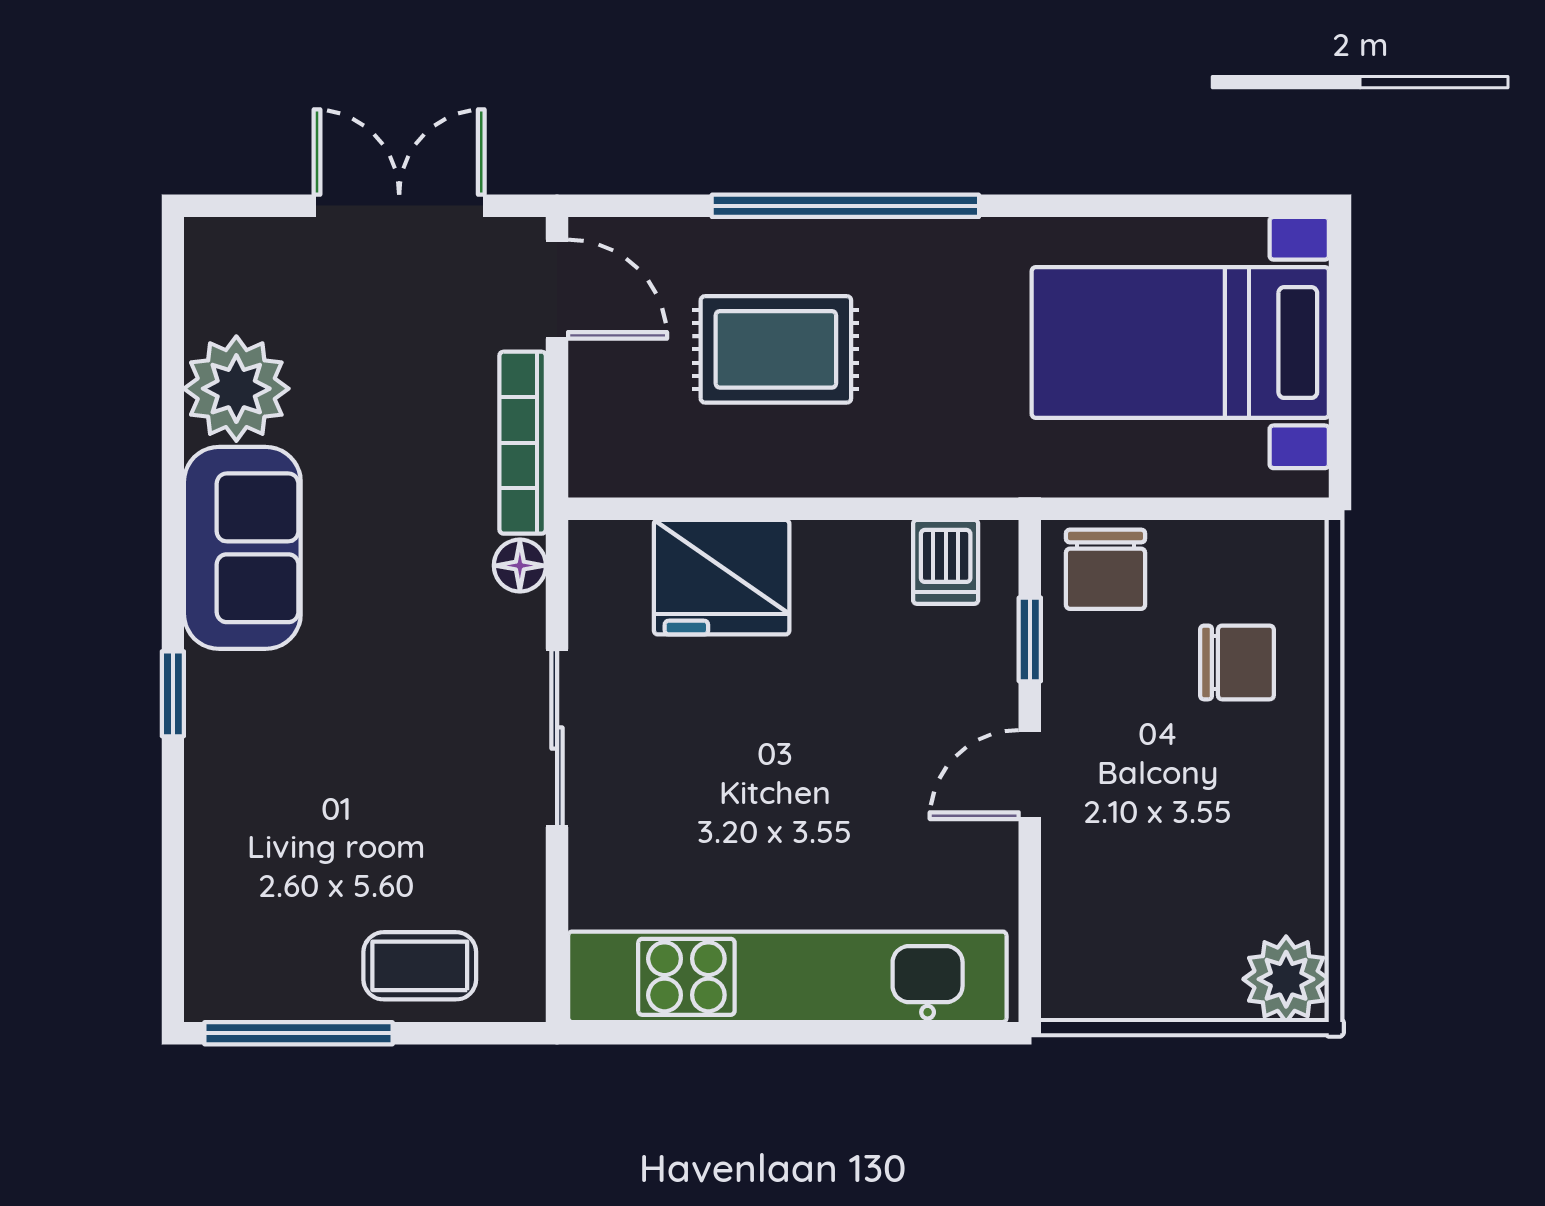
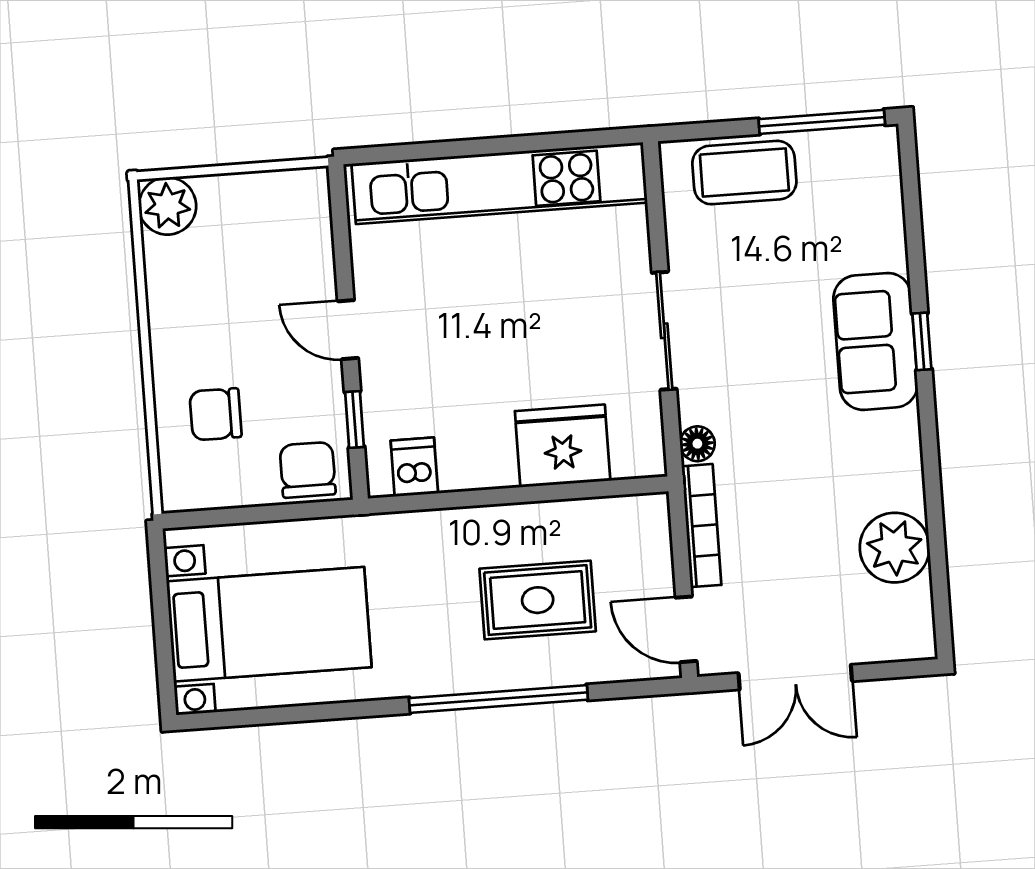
sofa: (242, 548) -> (875, 341), moved
door: (1030, 775) -> (348, 330), swing flipped
coffee table: (420, 966) -> (744, 173), width x1.36, depth x1.30

